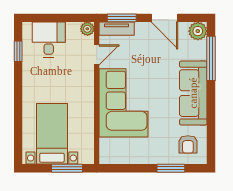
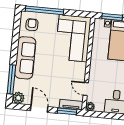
door: (97, 55) -> (86, 89), hinge flipped
corner sofa: (123, 103) -> (73, 38), moved
window: (171, 168) -> (45, 10), width x2.11

